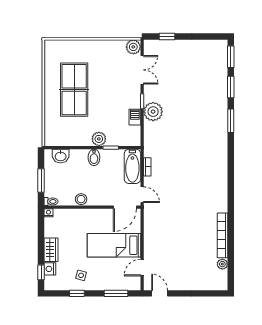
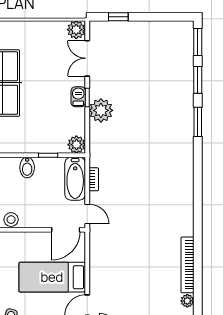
double door: (142, 70) -> (87, 58), swing flipped
barbecue: (135, 117) -> (78, 97), moved
plant: (99, 139) -> (76, 145), moved

